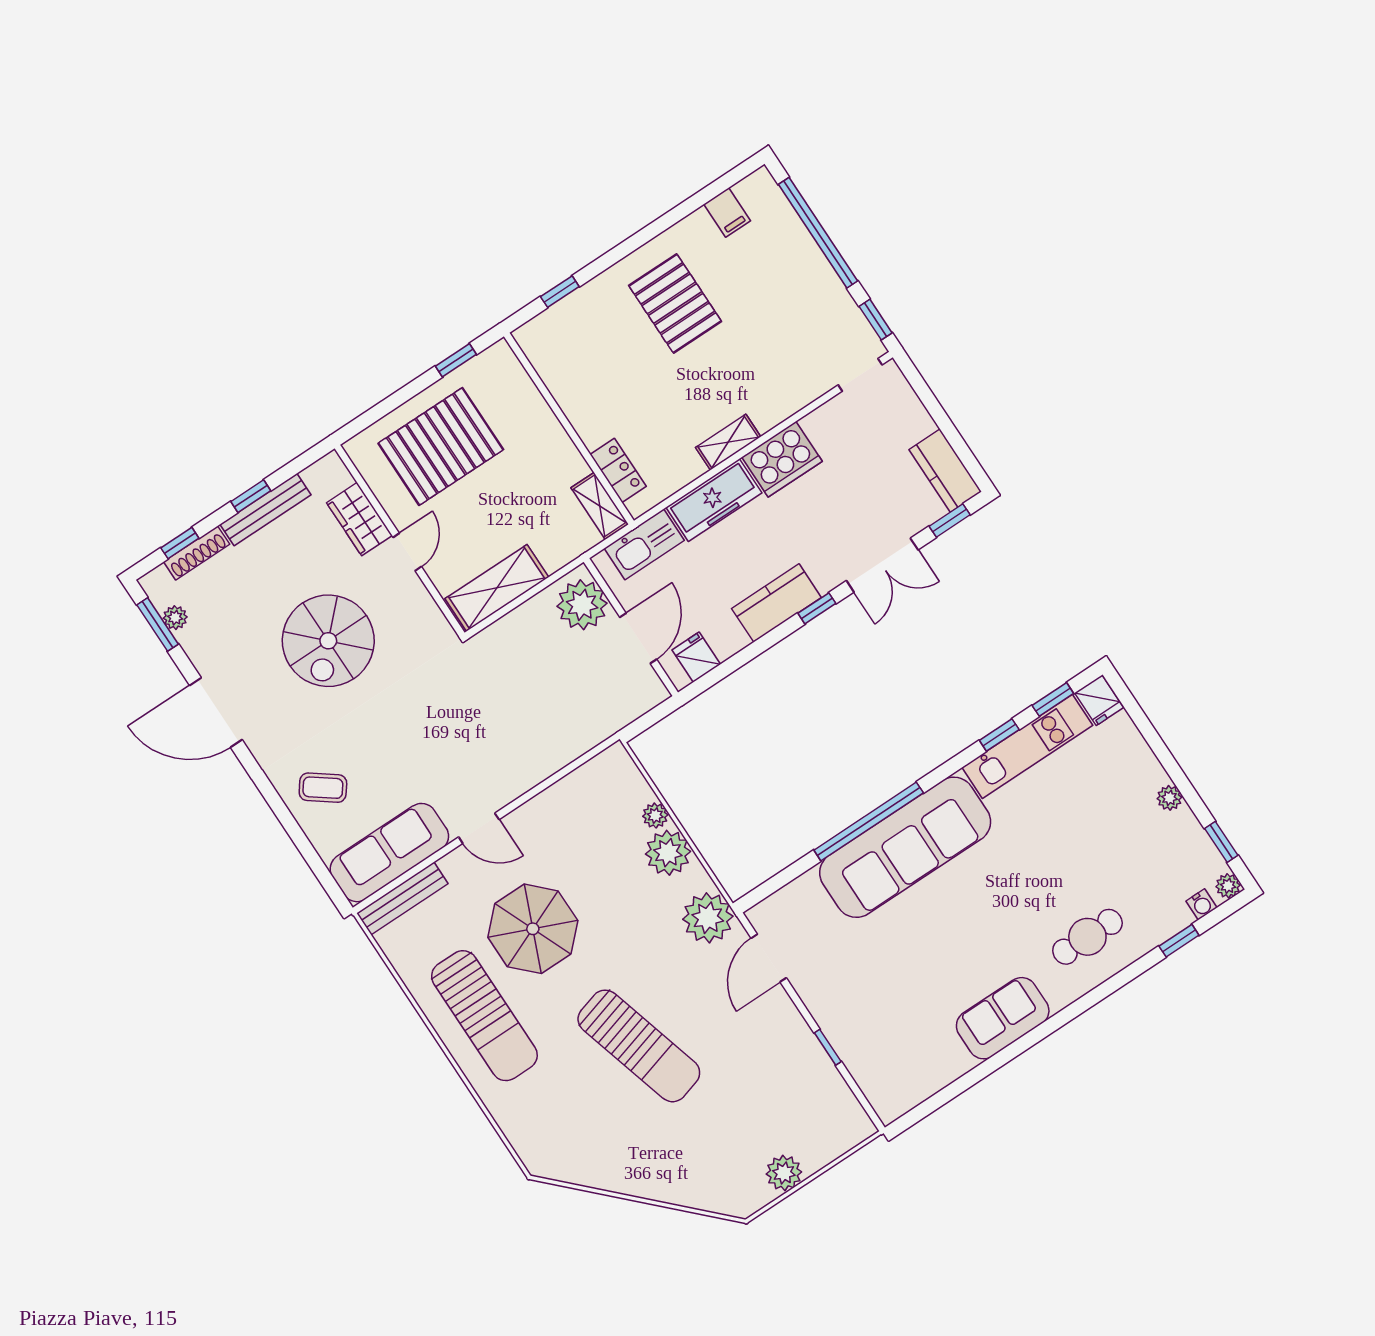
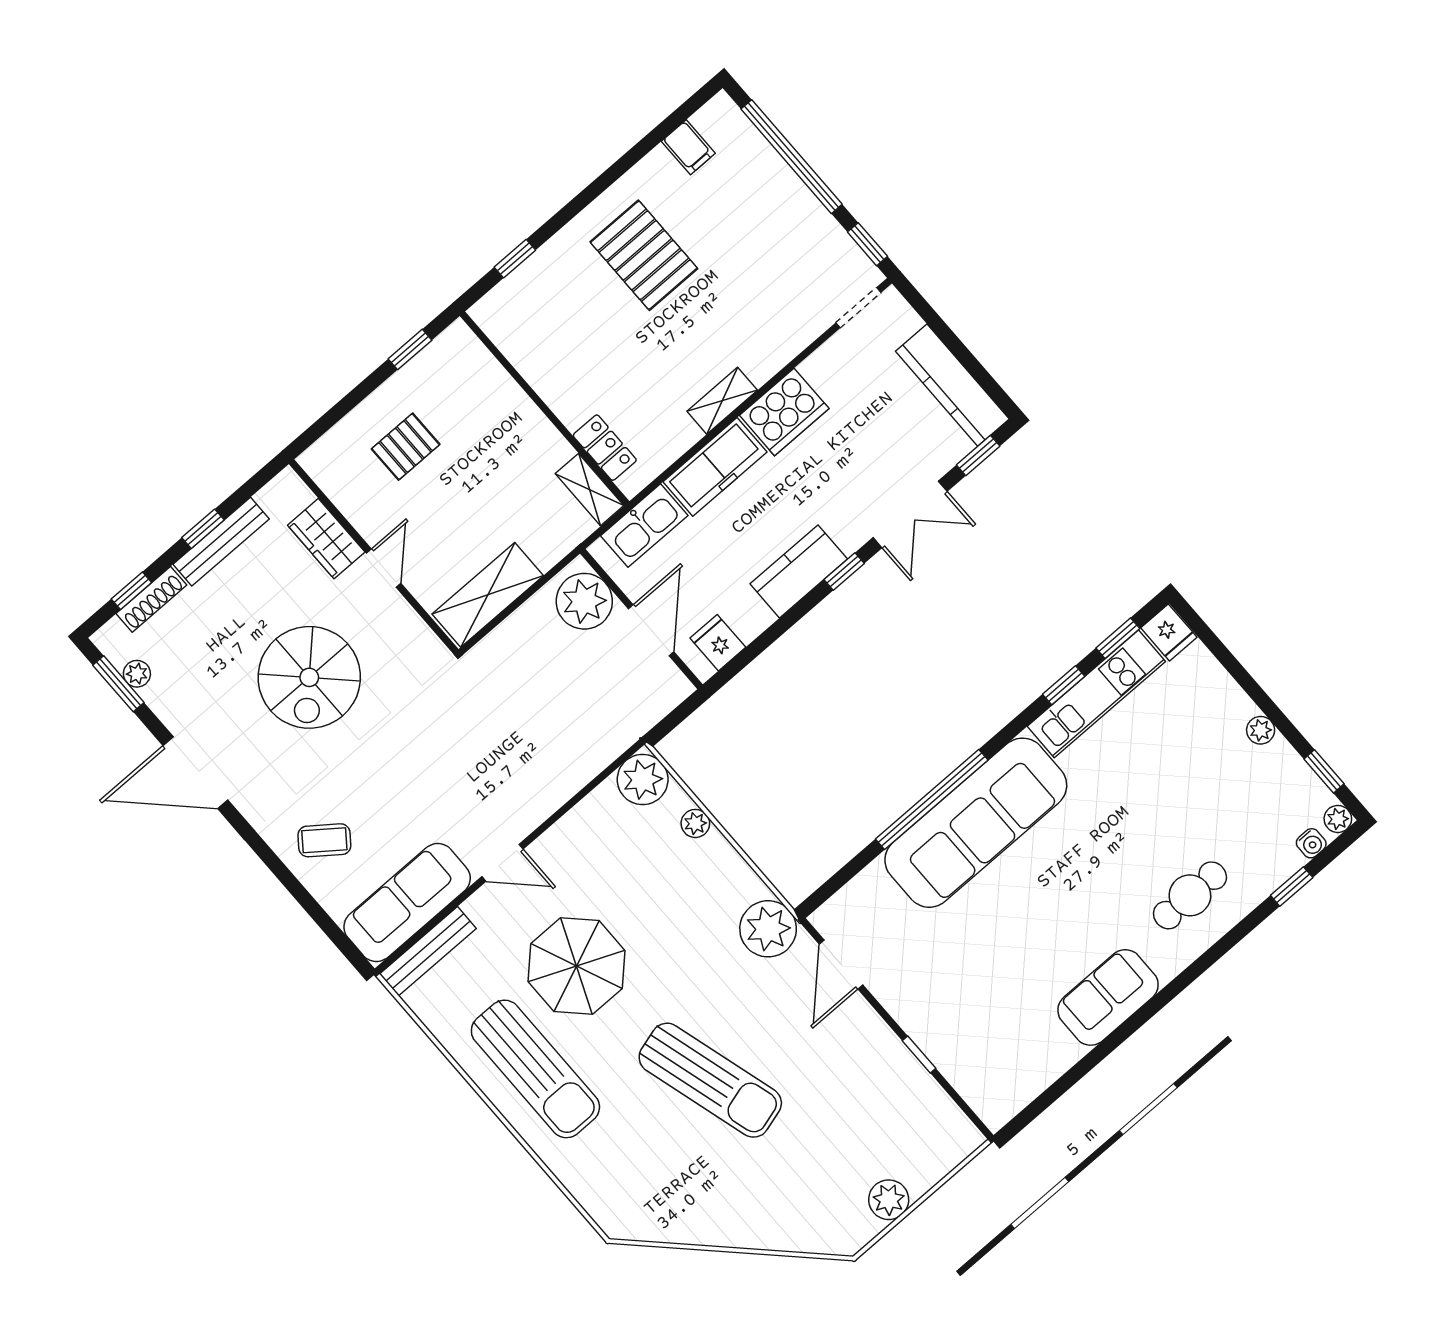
pallet: (441, 446) -> (406, 447), width x0.49, depth x0.50
kitchen counter: (945, 471) -> (952, 385), width x1.50
plant: (668, 853) -> (643, 780), moved

